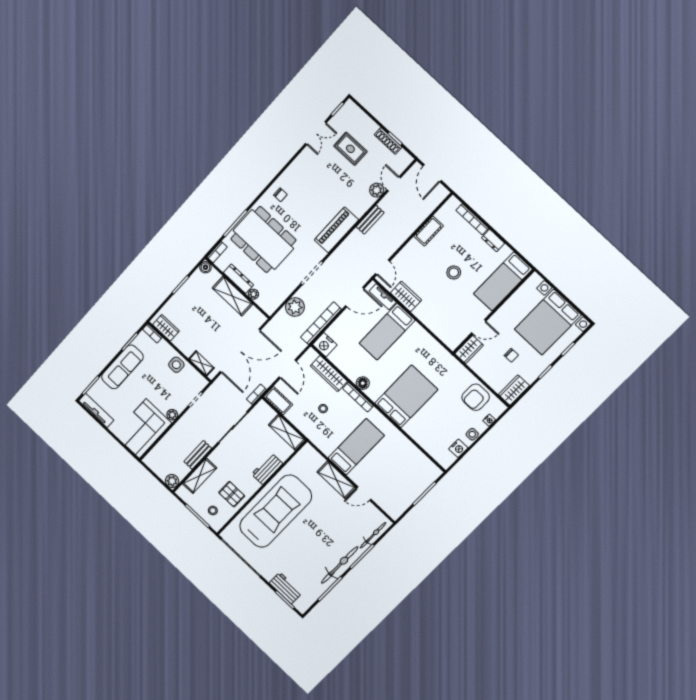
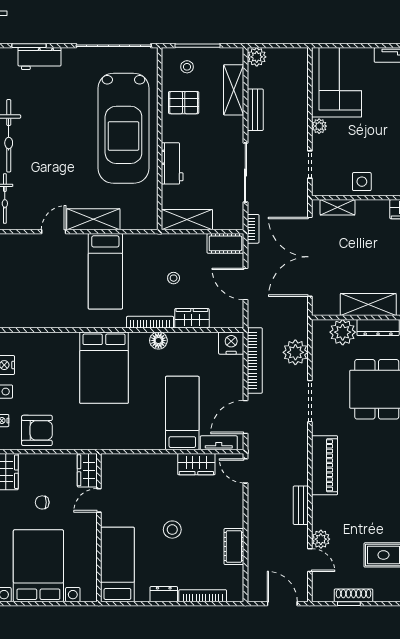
plant: (253, 294) -> (343, 332), width x1.88, depth x1.88
wardrobe: (329, 374) -> (192, 318), width x0.67
armchair: (476, 397) -> (37, 430), turned 90

